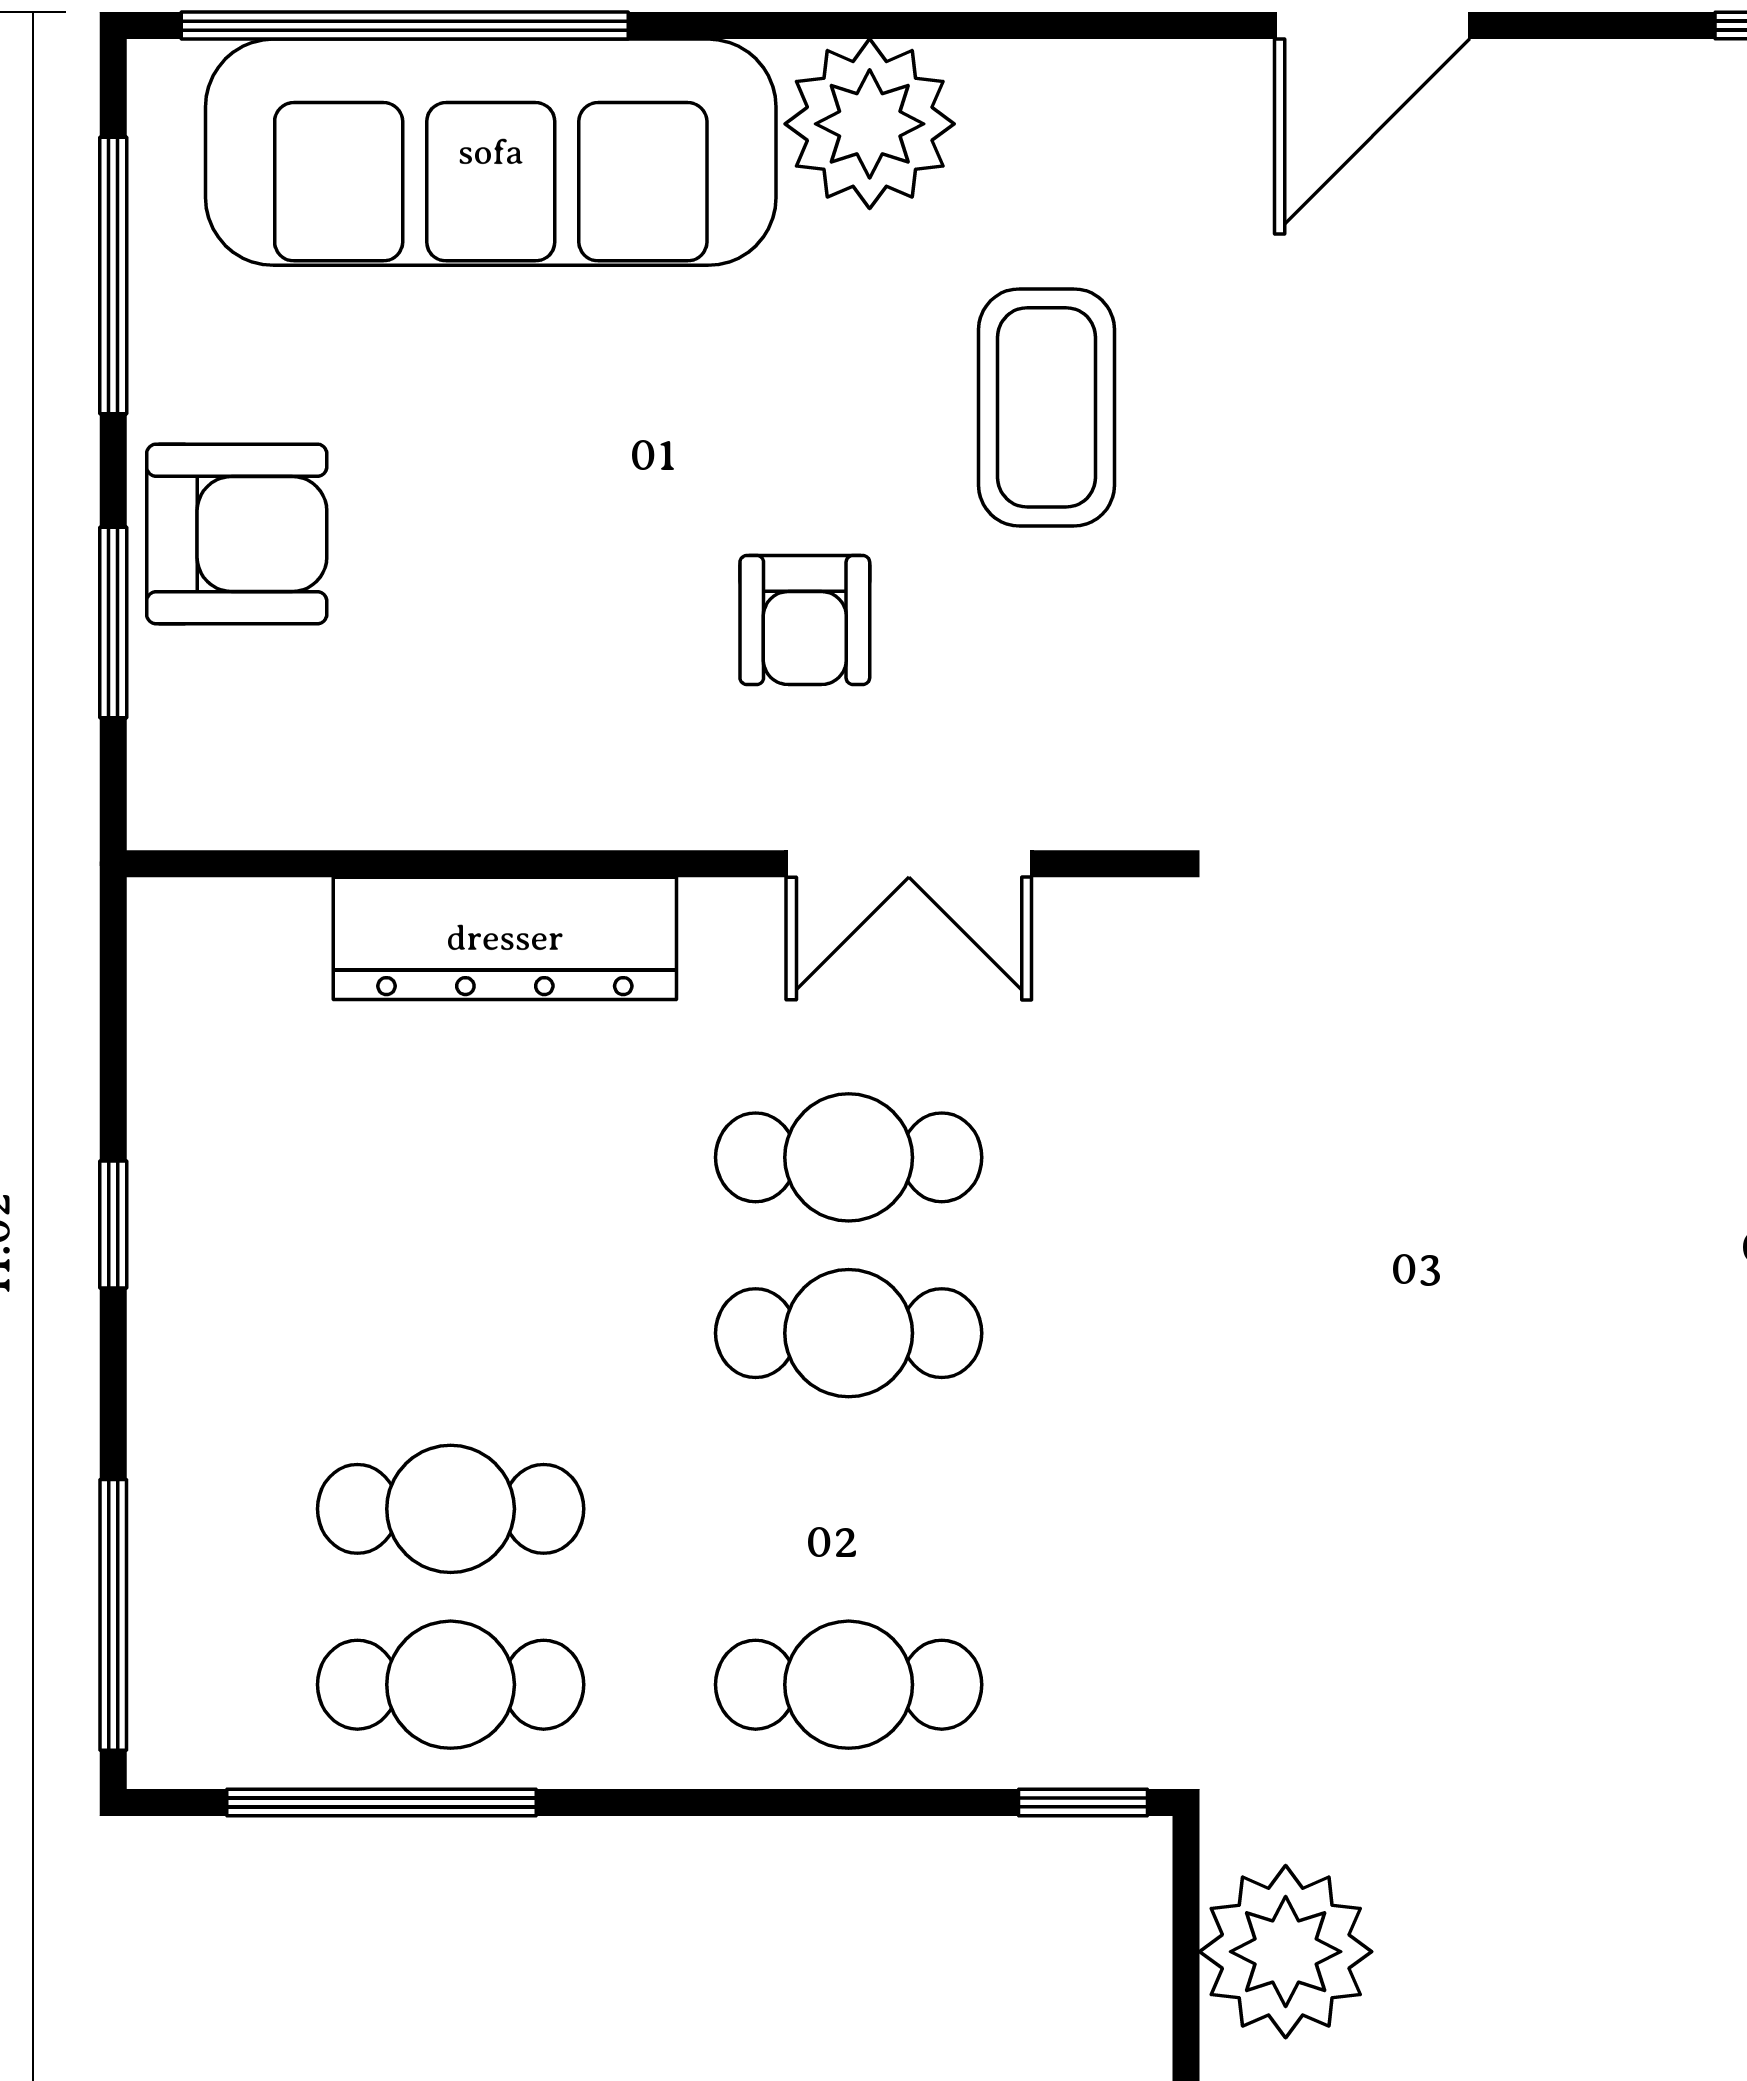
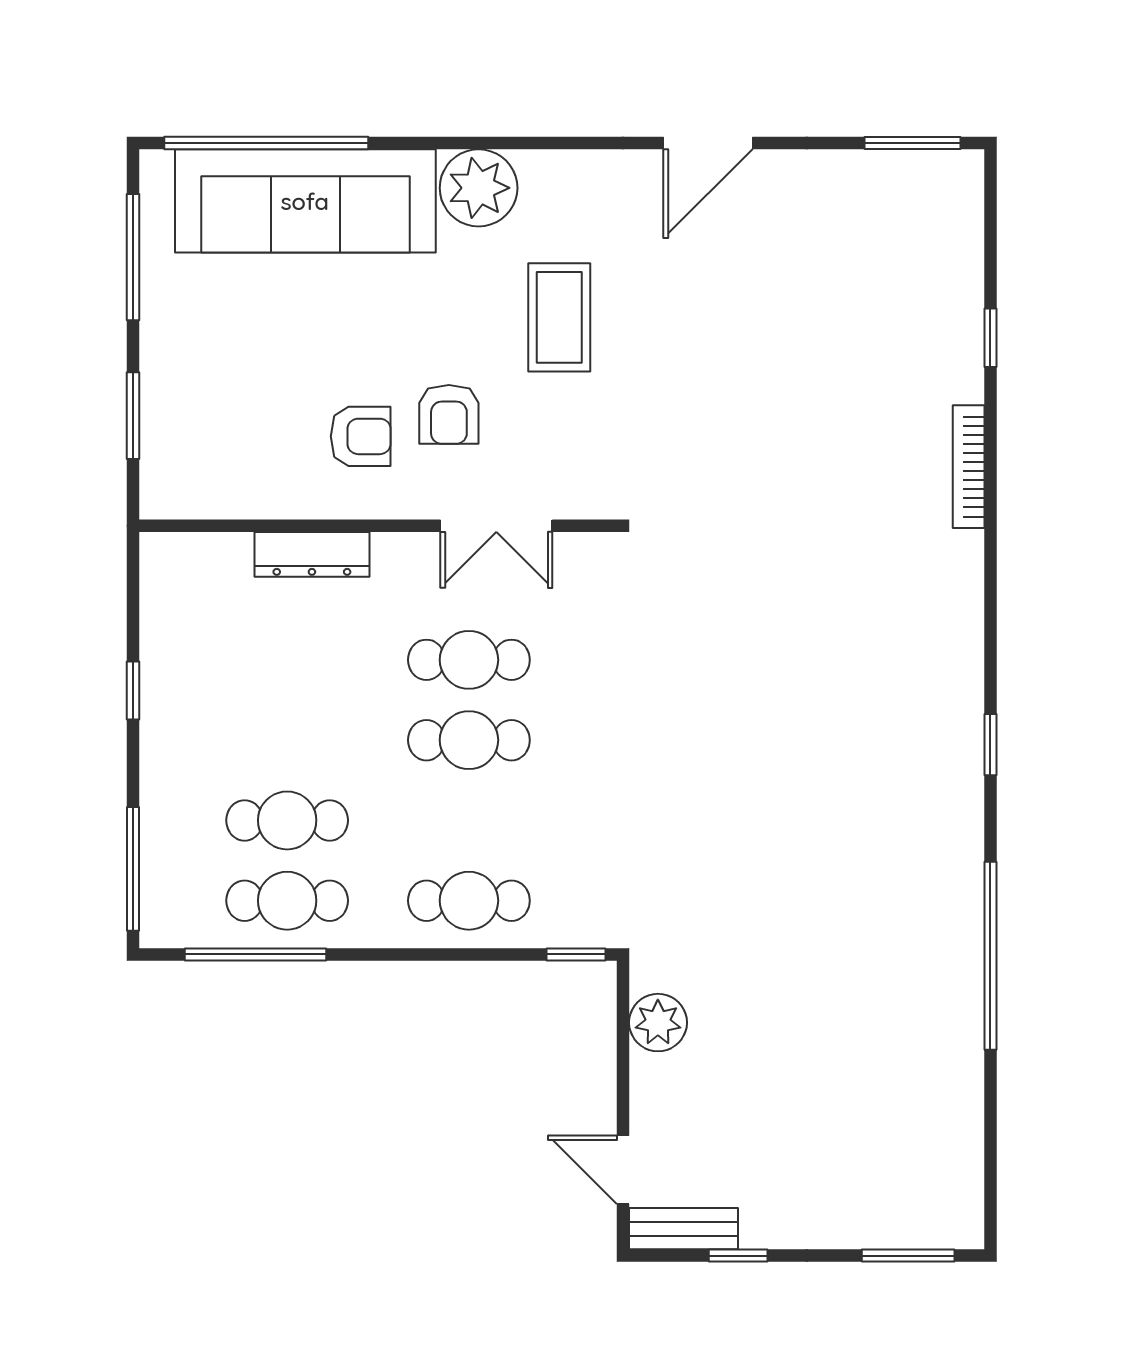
armchair: (237, 534) -> (361, 436), moved, width x0.72, depth x0.72
dresser: (505, 938) -> (312, 554), width x0.73, depth x0.80
plant: (1286, 1952) -> (658, 1023), width x0.73, depth x0.73

